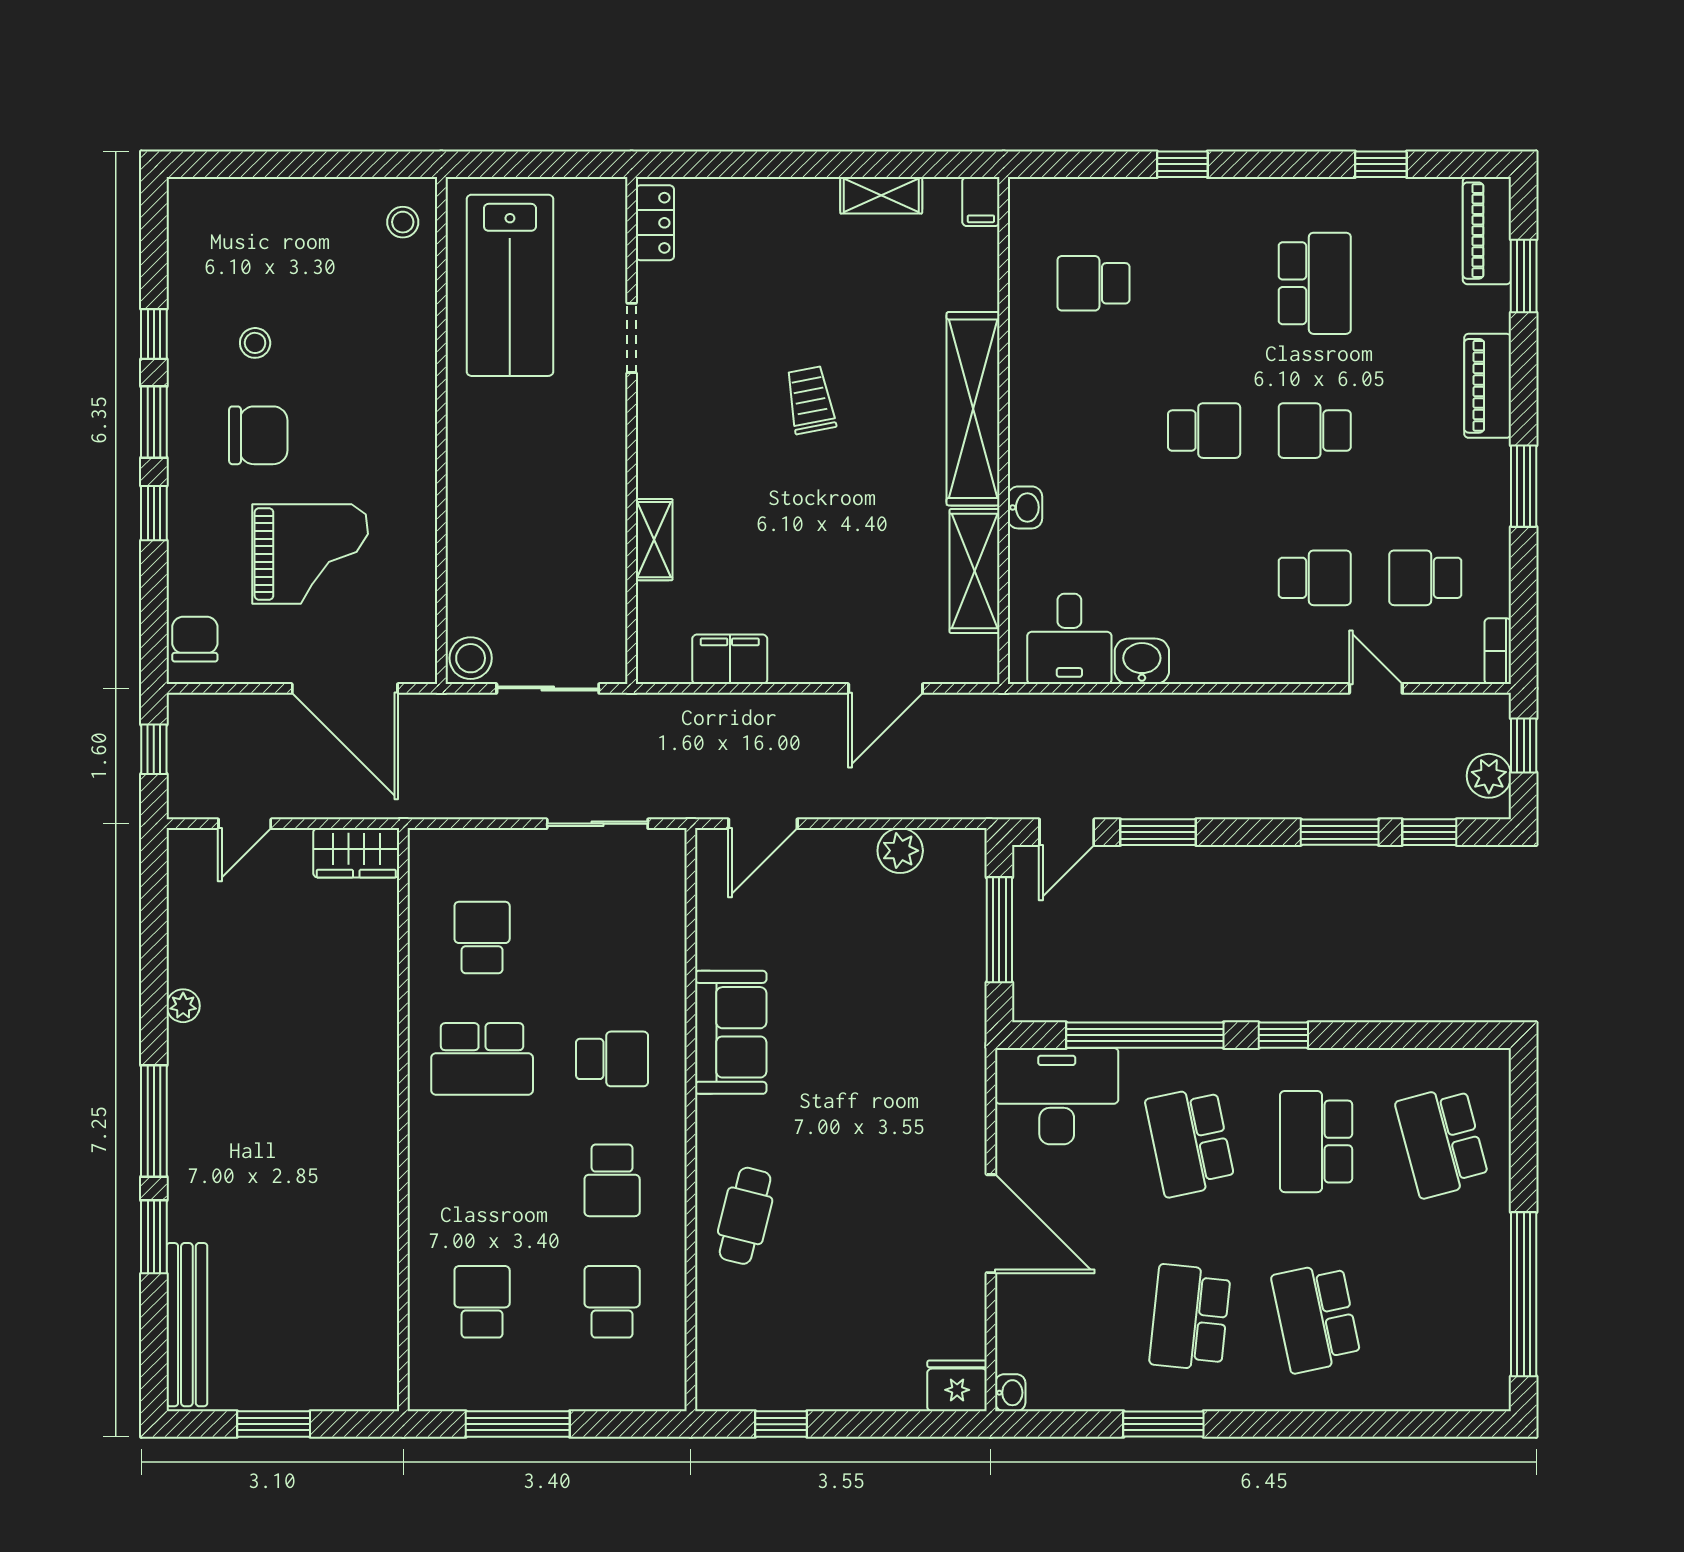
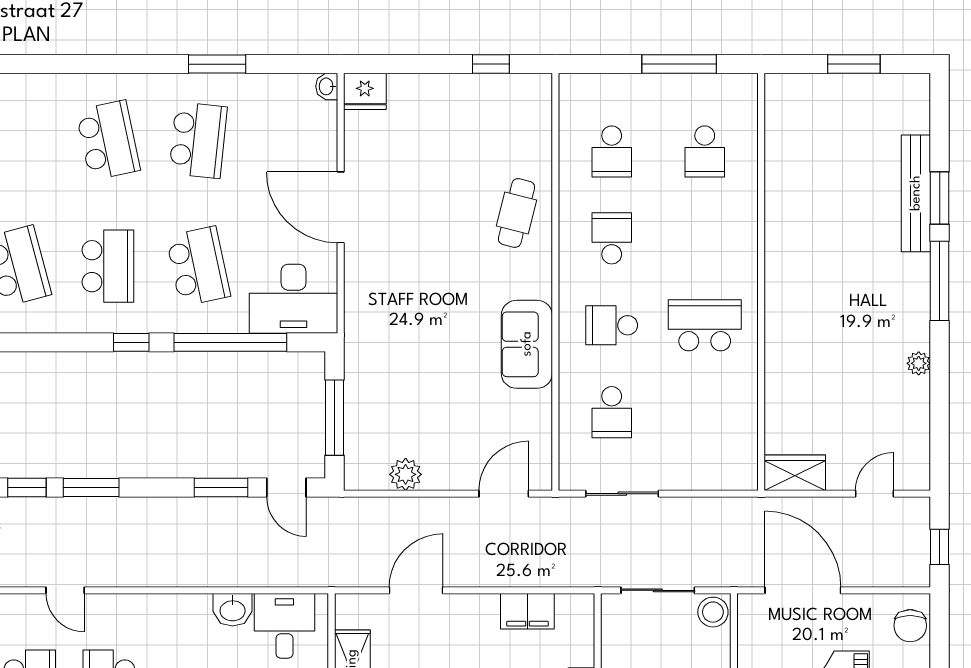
door: (1067, 832) -> (286, 488), swing flipped
school desk: (482, 937) -> (612, 412), moved
bench: (187, 1325) -> (916, 193), moved

